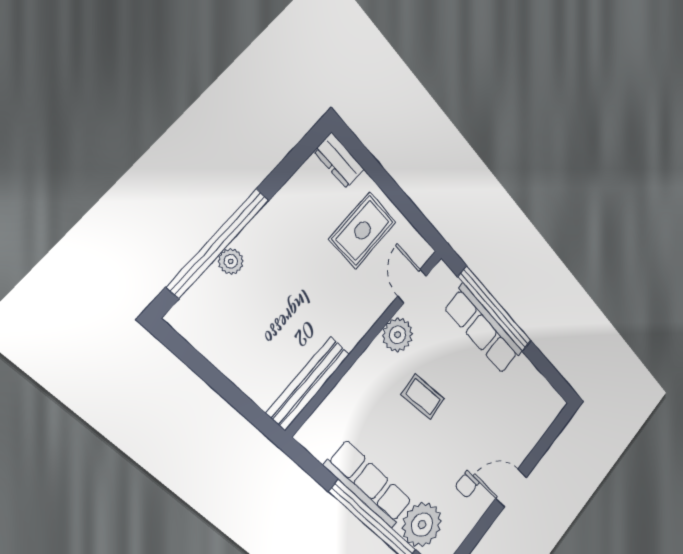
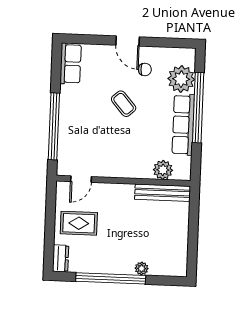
window: (218, 243) -> (111, 278), moved
row of seats: (483, 330) -> (71, 64), moved, width x0.68
plant: (398, 335) -> (163, 170), moved
coffee table: (423, 397) -> (124, 104), moved, turned -36

